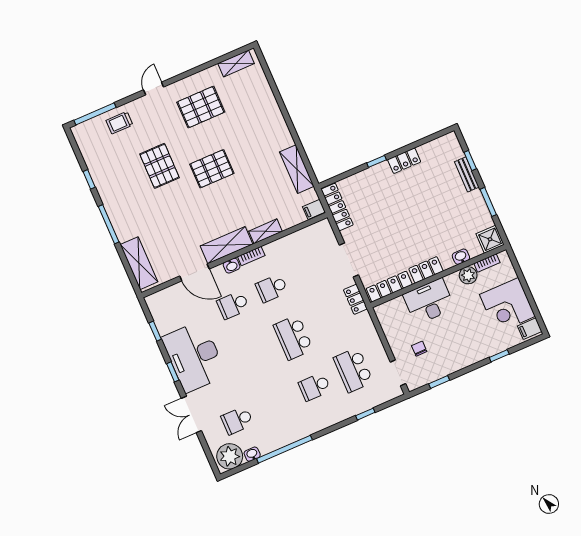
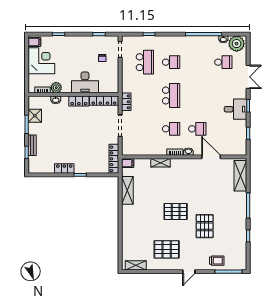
shower: (490, 239) -> (35, 116), moved
shelving: (227, 245) -> (186, 164), removed
desk: (194, 356) -> (235, 109), width x0.53, depth x0.77

